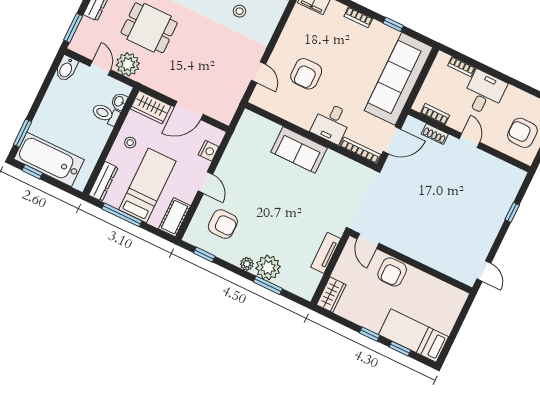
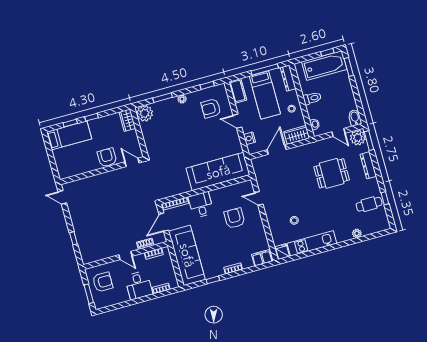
plant: (128, 64) -> (358, 138), moved
toilet: (106, 114) -> (312, 98), moved
sofa: (299, 150) -> (218, 172), width x1.85, depth x1.27
tv unit: (326, 253) -> (148, 138), removed
plant: (268, 268) -> (145, 113), moved

